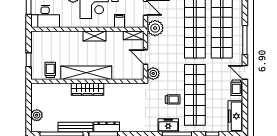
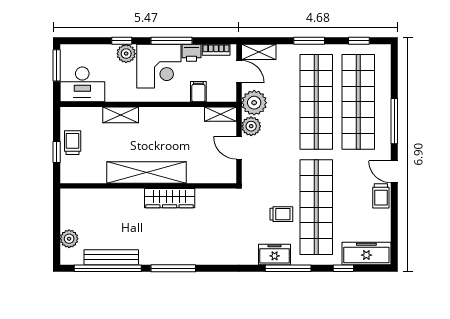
shelving: (94, 36) -> (121, 115), moved
trolley: (50, 70) -> (73, 143), moved
plant: (153, 73) -> (251, 126), moved
wardrobe: (87, 89) -> (170, 198), moved
freezer: (235, 116) -> (366, 253), moved, turned 90
bench: (76, 127) -> (111, 257), moved
dresser: (107, 127) -> (178, 257), removed

